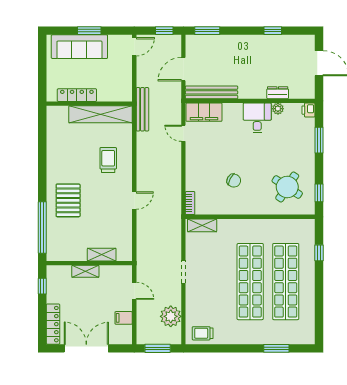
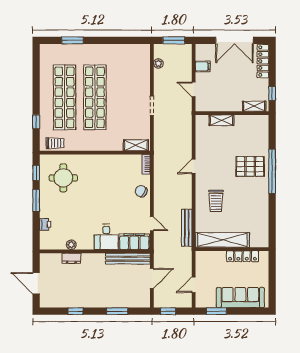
window: (89, 31) -> (216, 311), moved
window: (207, 31) -> (117, 311), moved
door: (134, 47) -> (194, 285), moved
bench: (142, 109) -> (187, 228), moved
printer: (308, 110) -> (45, 224), moved
desk: (257, 118) -> (106, 237), moved
window: (319, 140) -> (36, 201), moved
chair: (234, 181) -> (141, 191), moved
round table: (287, 187) -> (63, 178), turned -33
pallet: (68, 200) -> (250, 166), turned 90
window: (42, 228) -> (272, 171), moved
shelving: (85, 271) -> (254, 106), moved
plant: (171, 316) -> (158, 63), width x0.53, depth x0.53
trolley: (203, 333) -> (55, 143), moved

